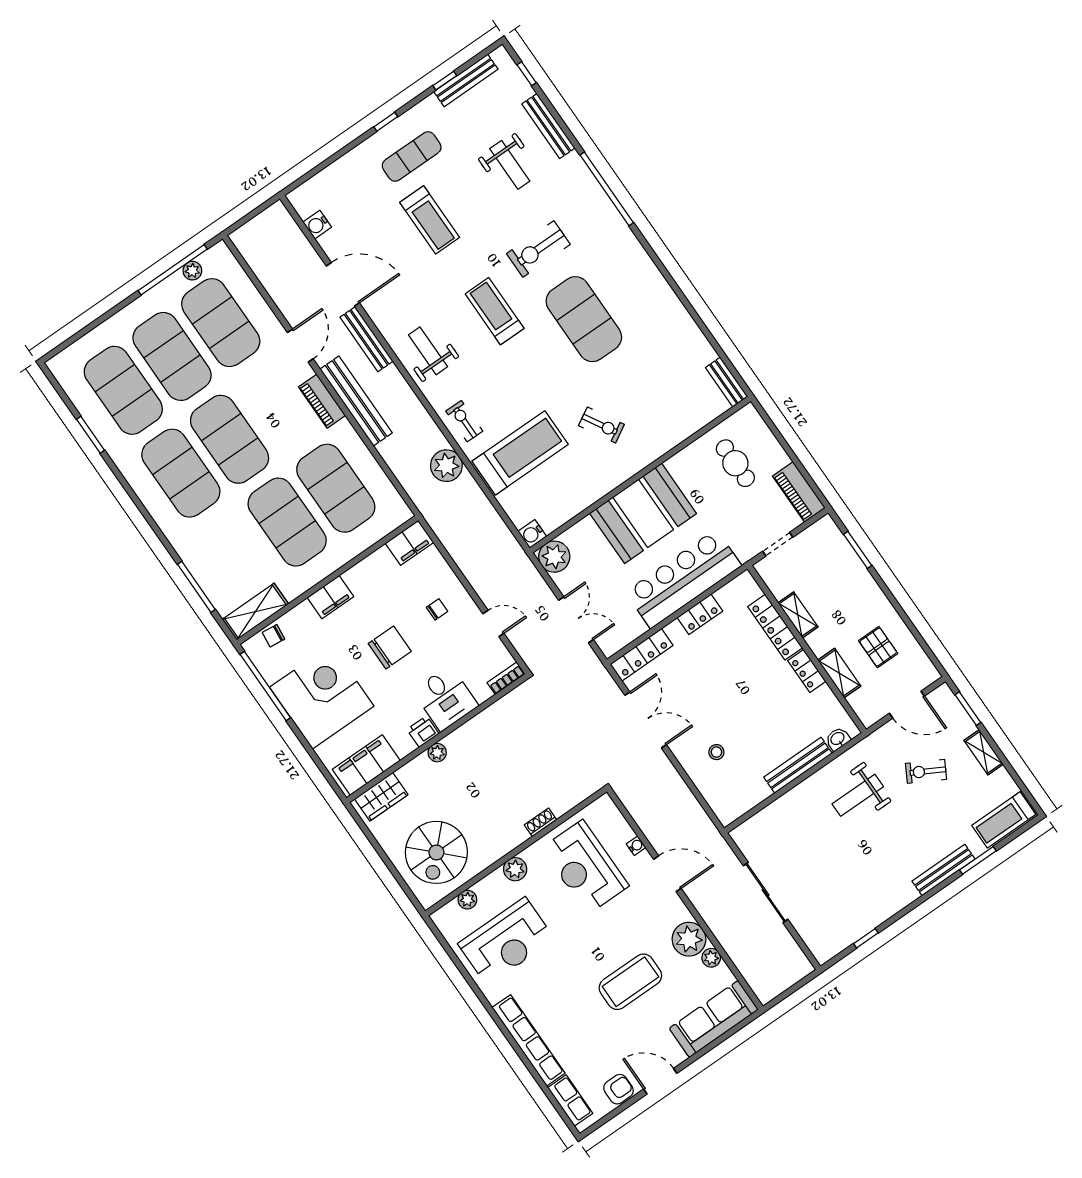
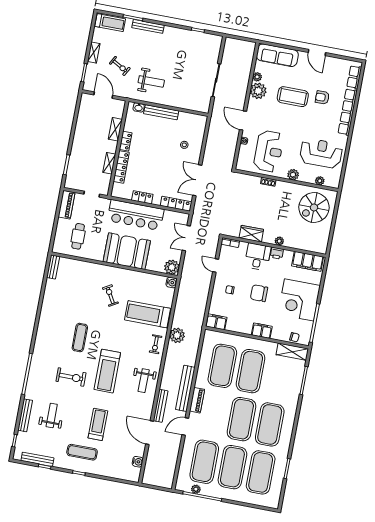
treadmill: (495, 311) -> (107, 371), width x1.37, depth x1.38
exercise mat: (584, 319) -> (80, 338), width x0.50, depth x0.69
pallet: (878, 647) -> (93, 125), removed
wardrobe: (381, 797) -> (251, 234), moved
spiral stairs: (436, 852) -> (314, 207), turned 180
armchair: (618, 1089) -> (322, 97), moved

